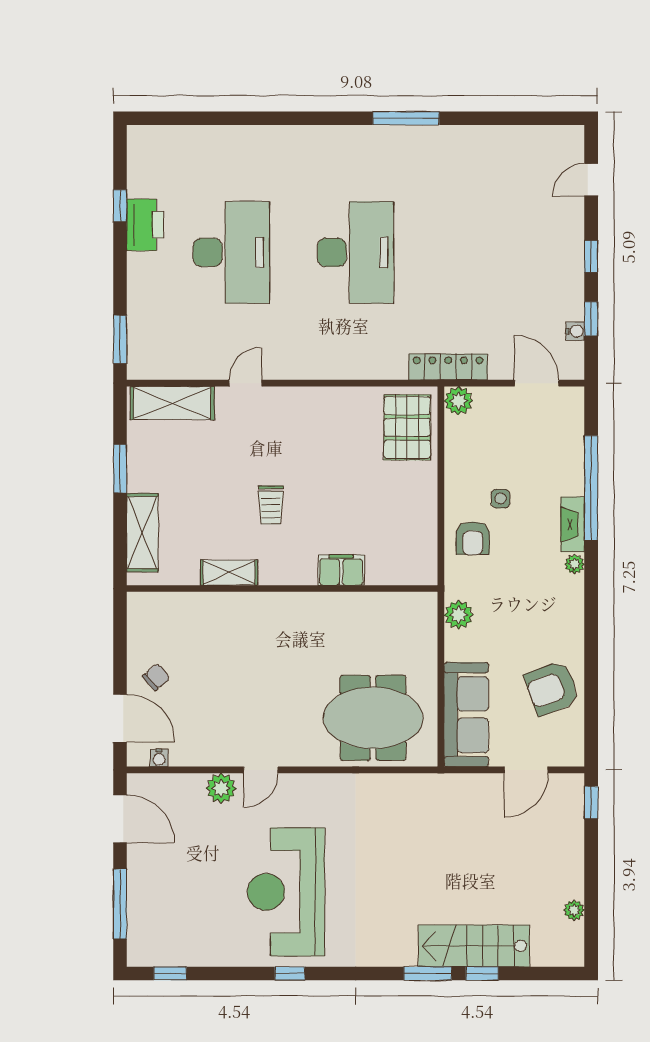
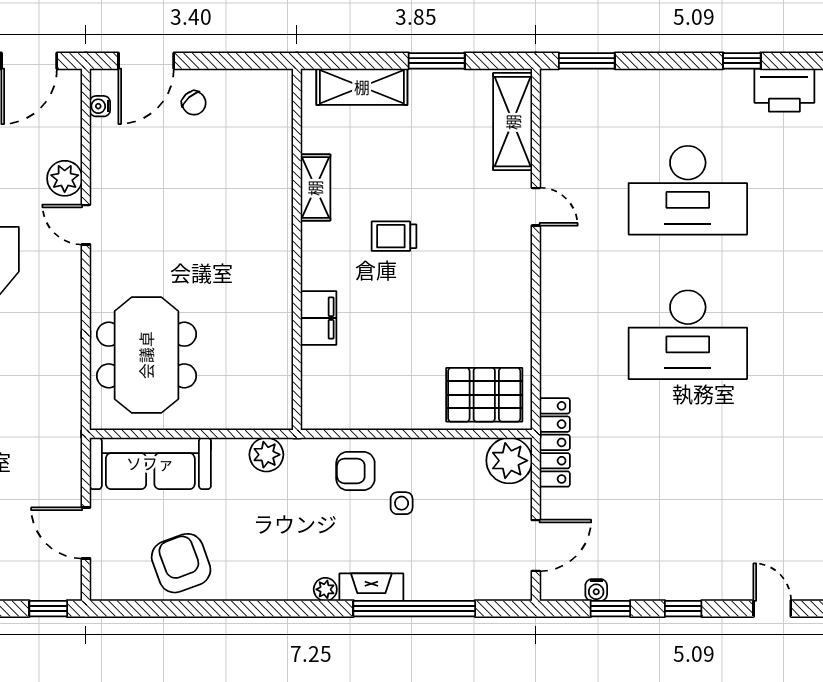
printer: (145, 225) -> (784, 90), moved
plant: (459, 401) -> (509, 461), width x1.36, depth x1.36

